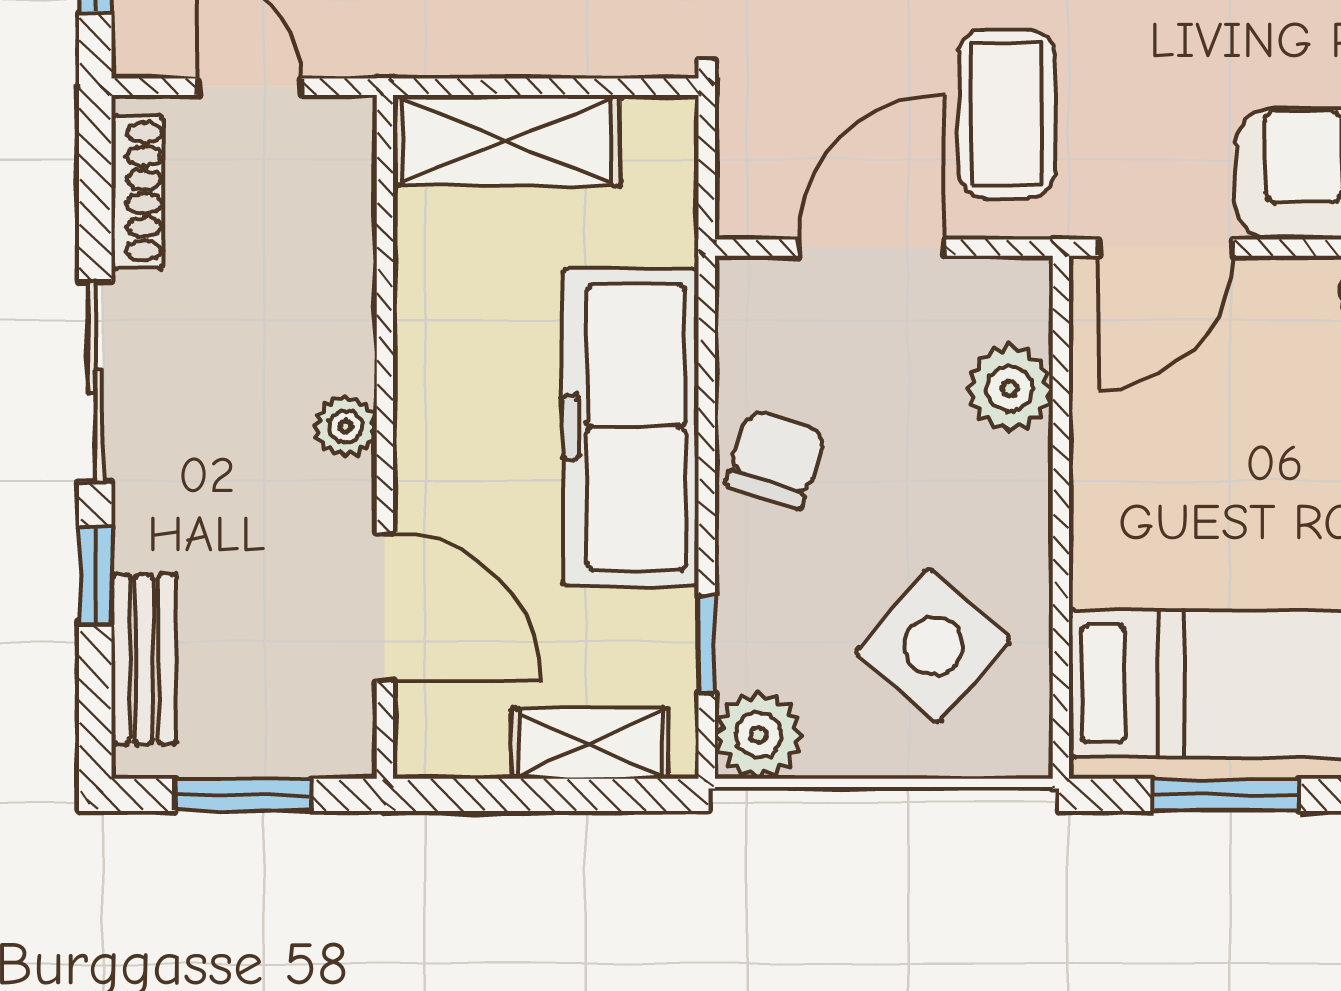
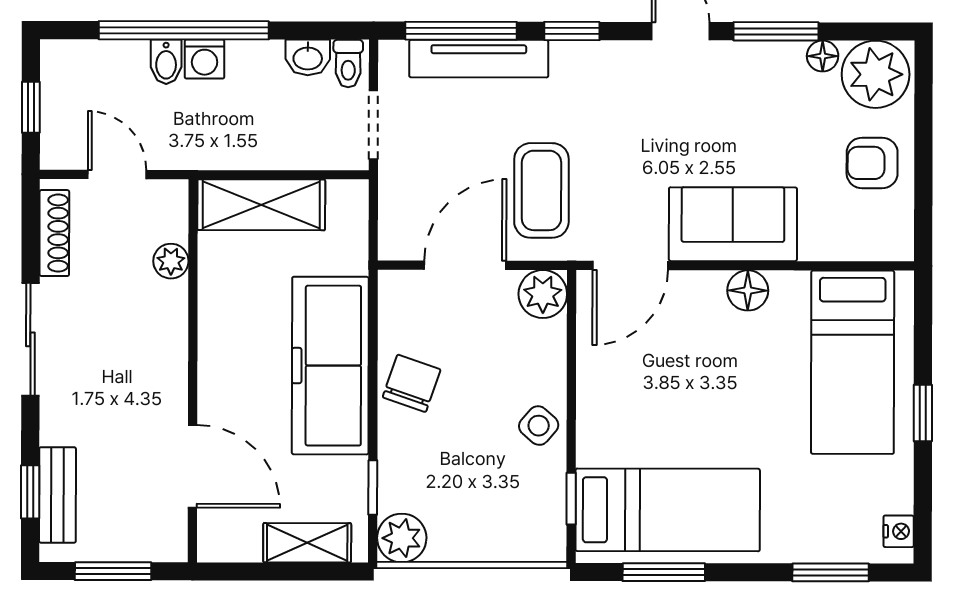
plant: (1010, 388) -> (543, 294), moved
plant: (346, 426) -> (171, 261), moved
window: (95, 576) -> (30, 492), moved
side table: (933, 646) -> (539, 426), moved, width x0.54, depth x0.54
window: (1061, 664) -> (571, 499), added

